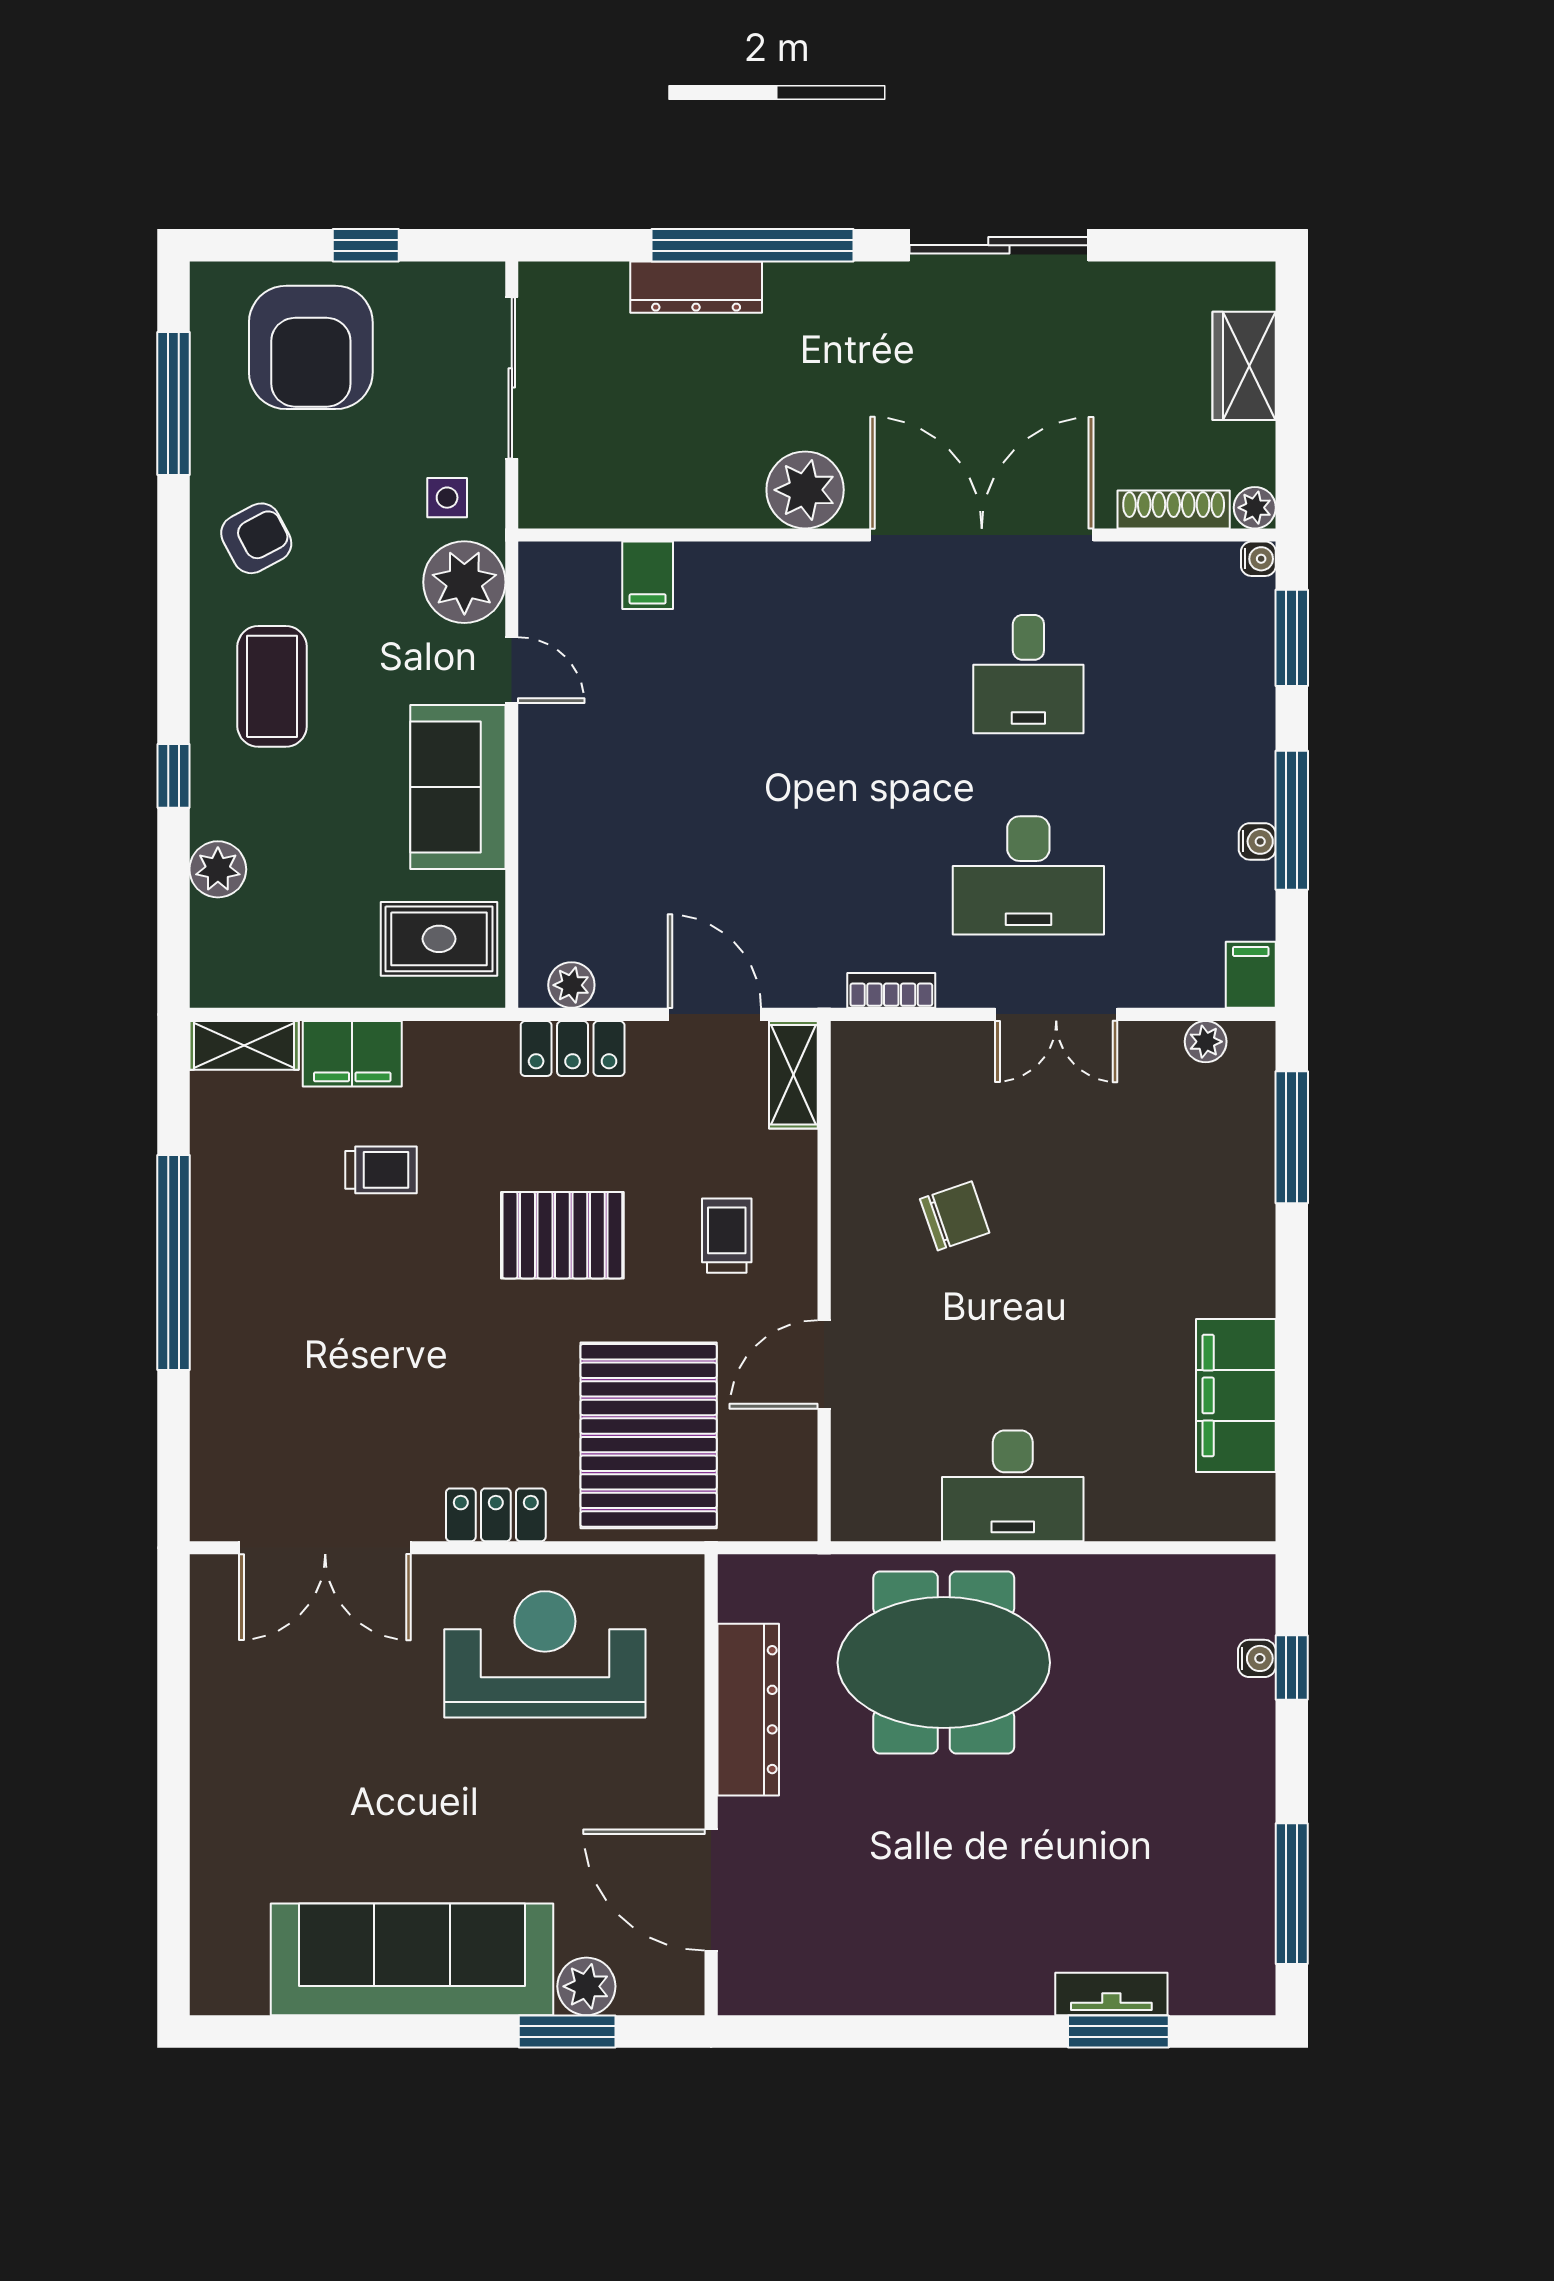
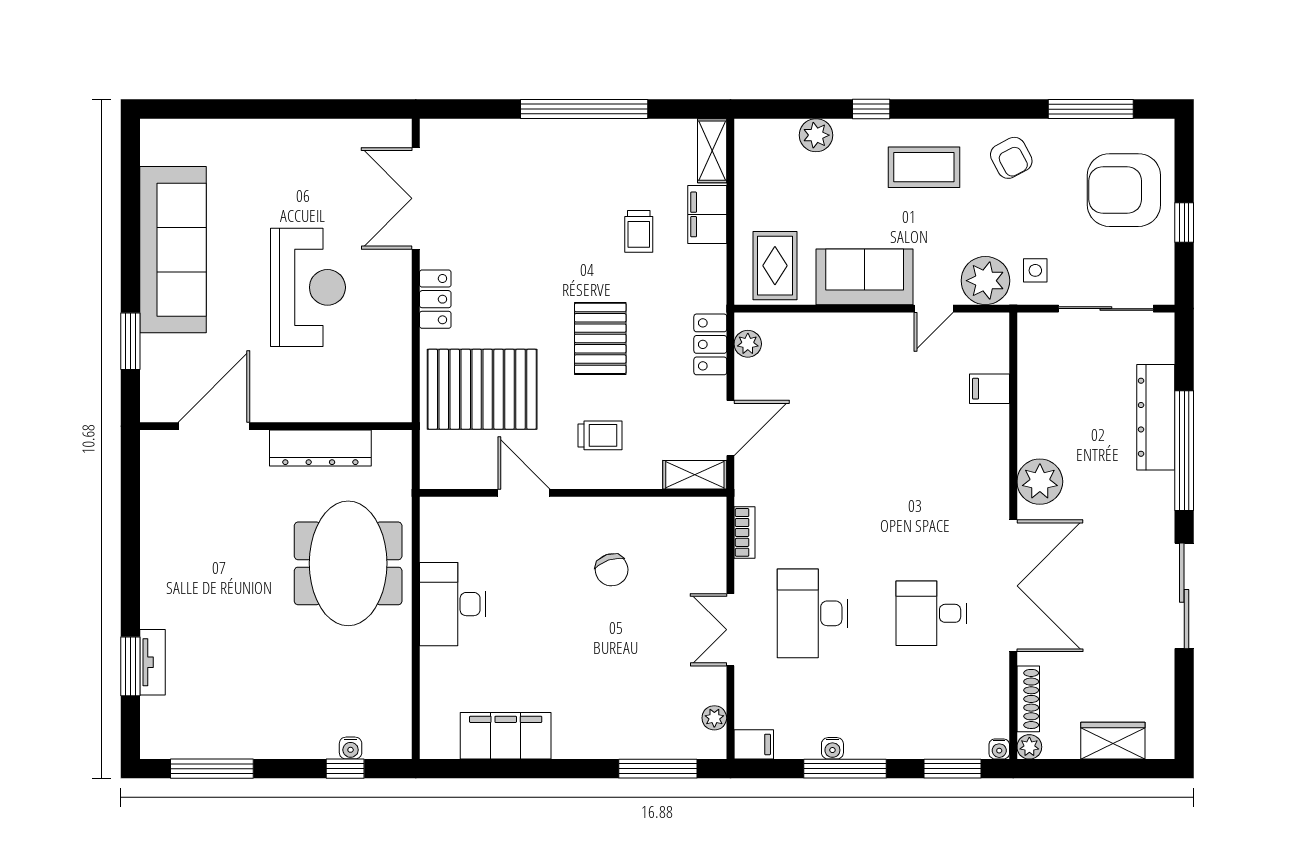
dresser: (696, 287) -> (1156, 417), width x1.37, depth x1.24
reception desk: (545, 1654) -> (308, 287), moved
plant: (586, 1986) -> (157, 353), removed

